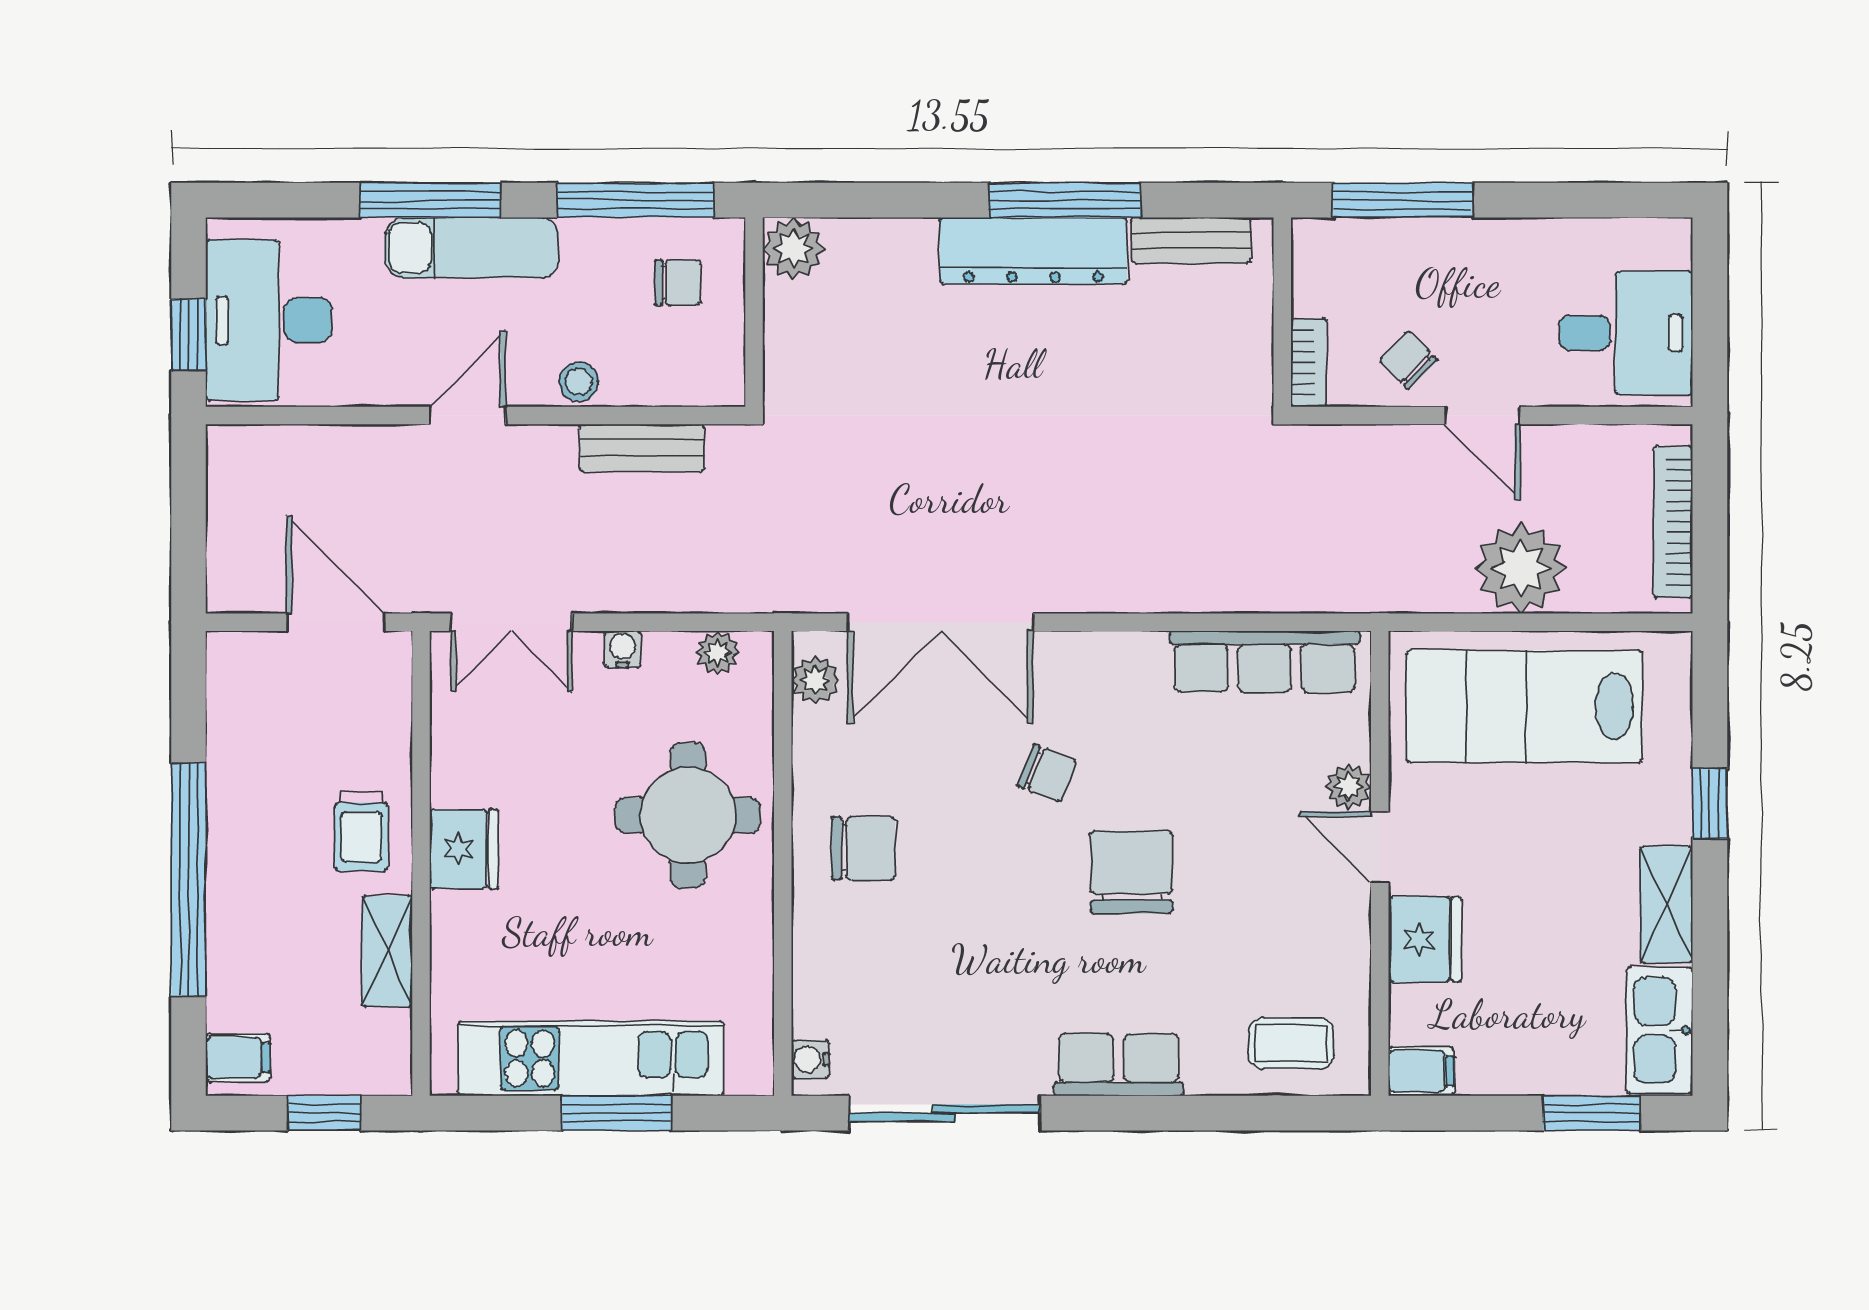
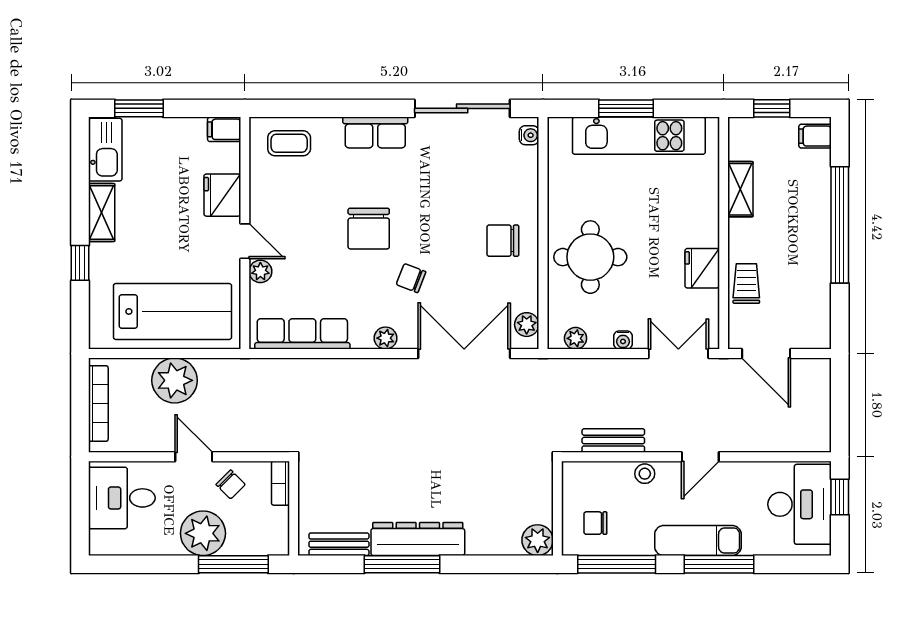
plant: (1464, 262) -> (203, 533), added
plant: (1098, 653) -> (385, 338), added
trolley: (361, 831) -> (746, 283), moved
fridge: (464, 849) -> (702, 268), moved

